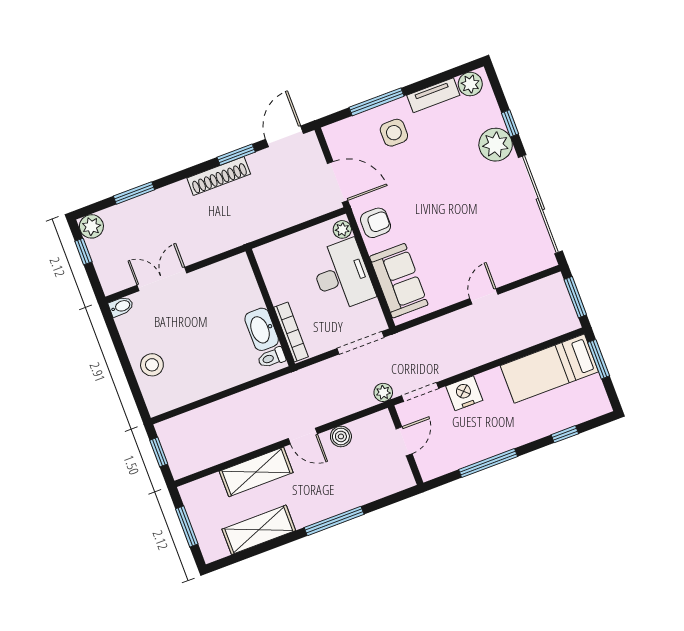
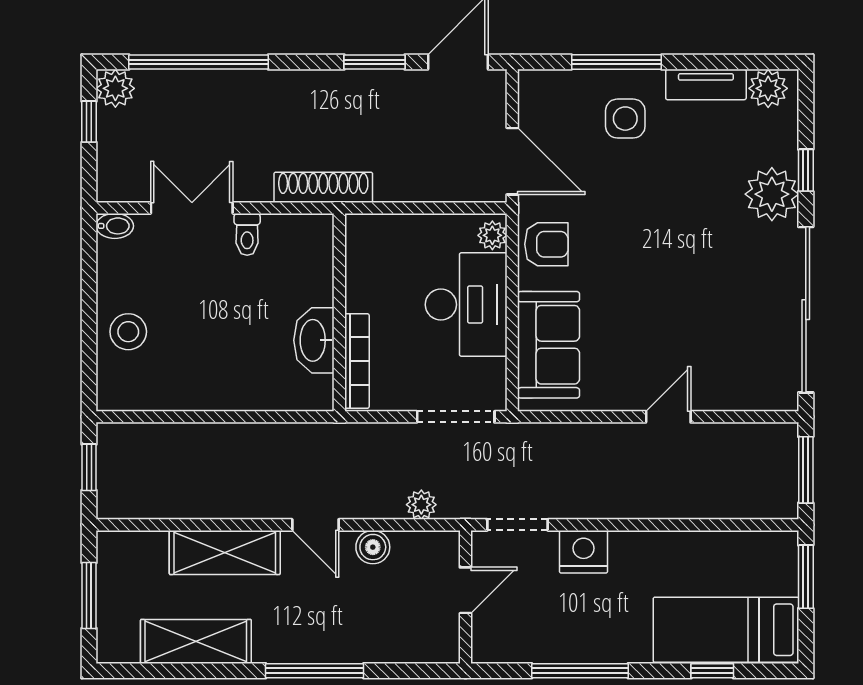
shoe rack: (219, 176) -> (323, 187), moved, turned 180
window: (134, 193) -> (199, 62), width x2.11
toilet: (272, 358) -> (247, 234), moved, turned -90
bed: (549, 369) -> (726, 630), moved
plant: (383, 392) -> (421, 505), moved

